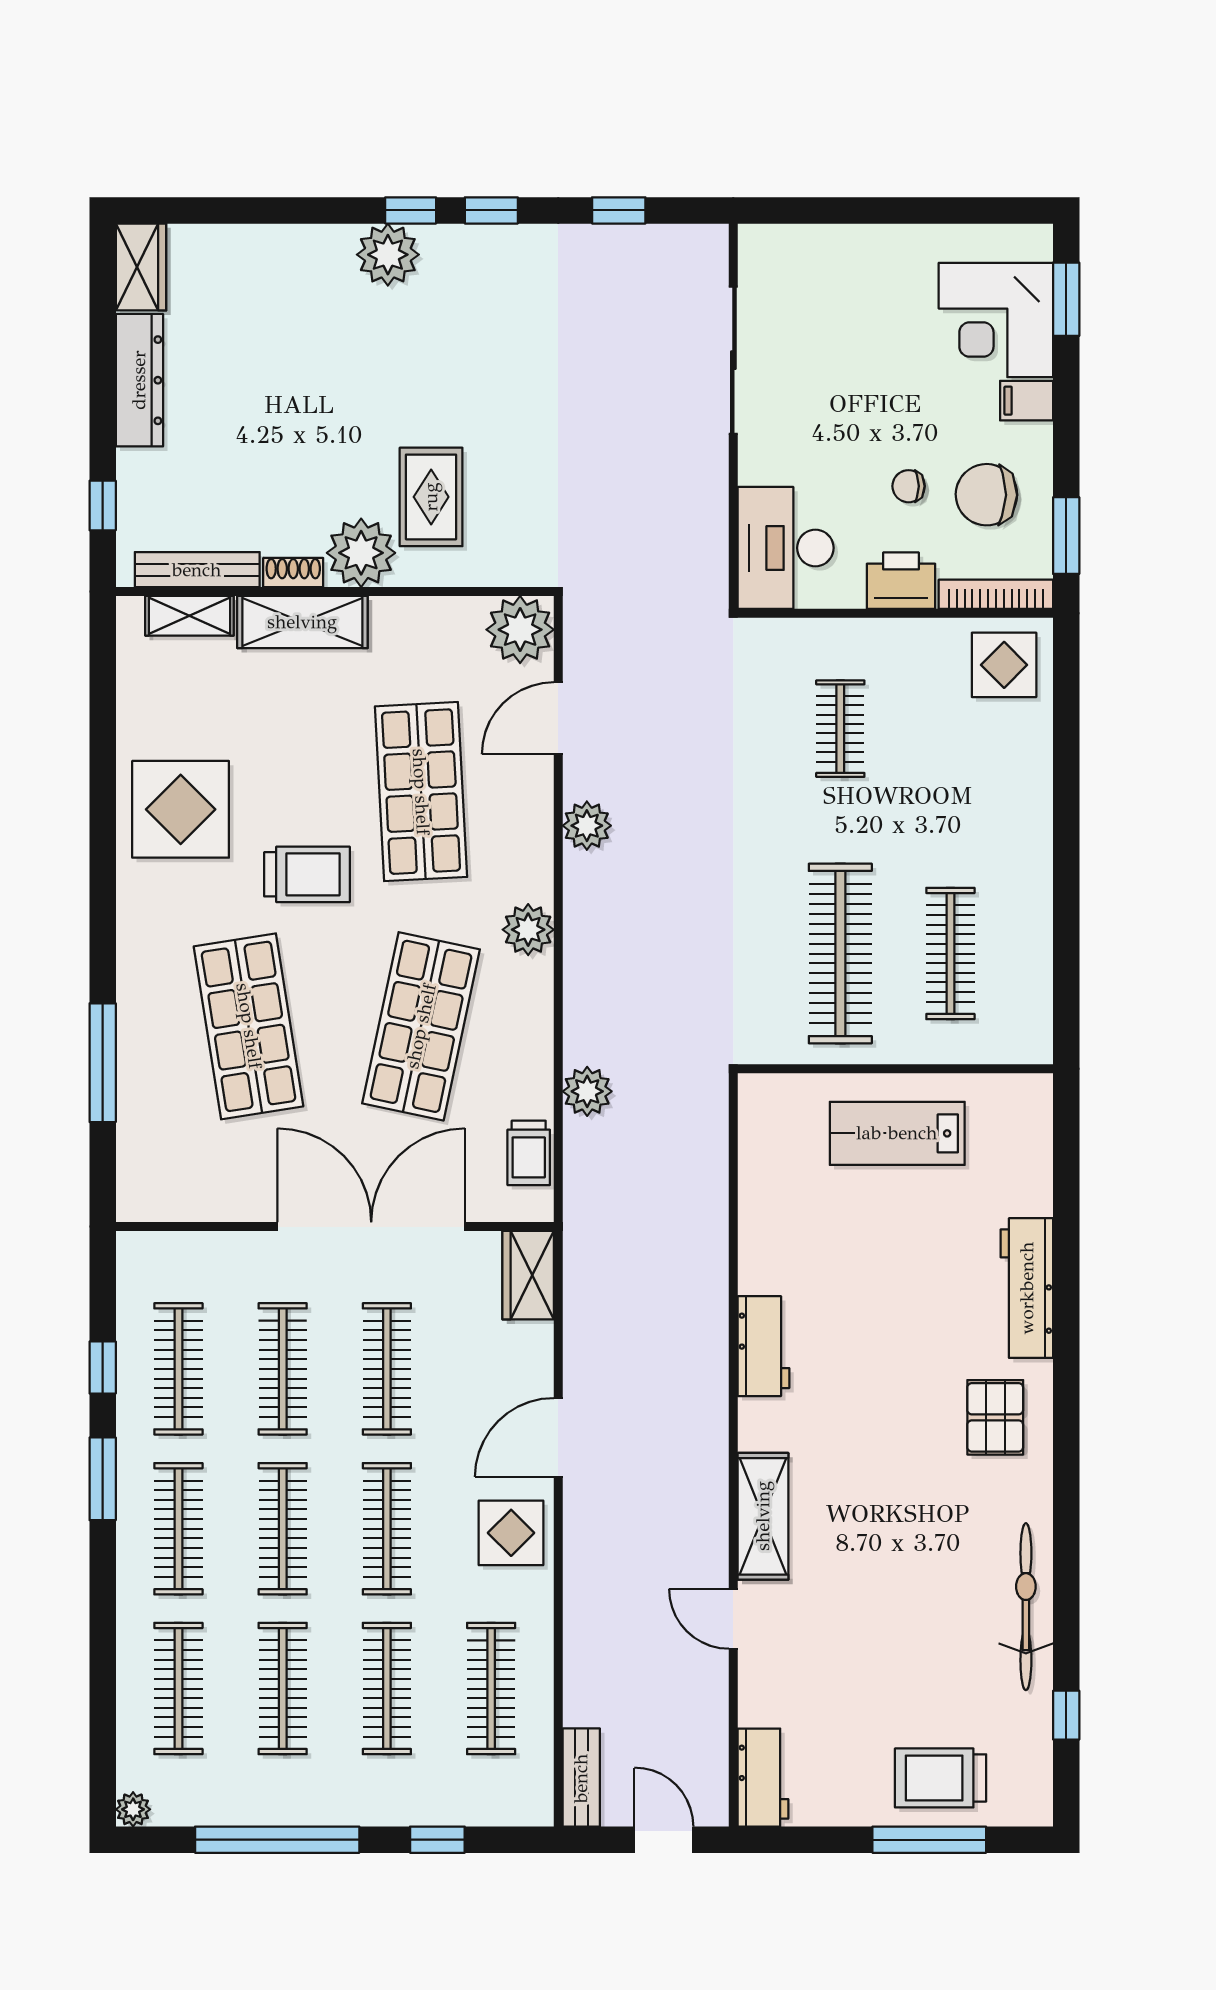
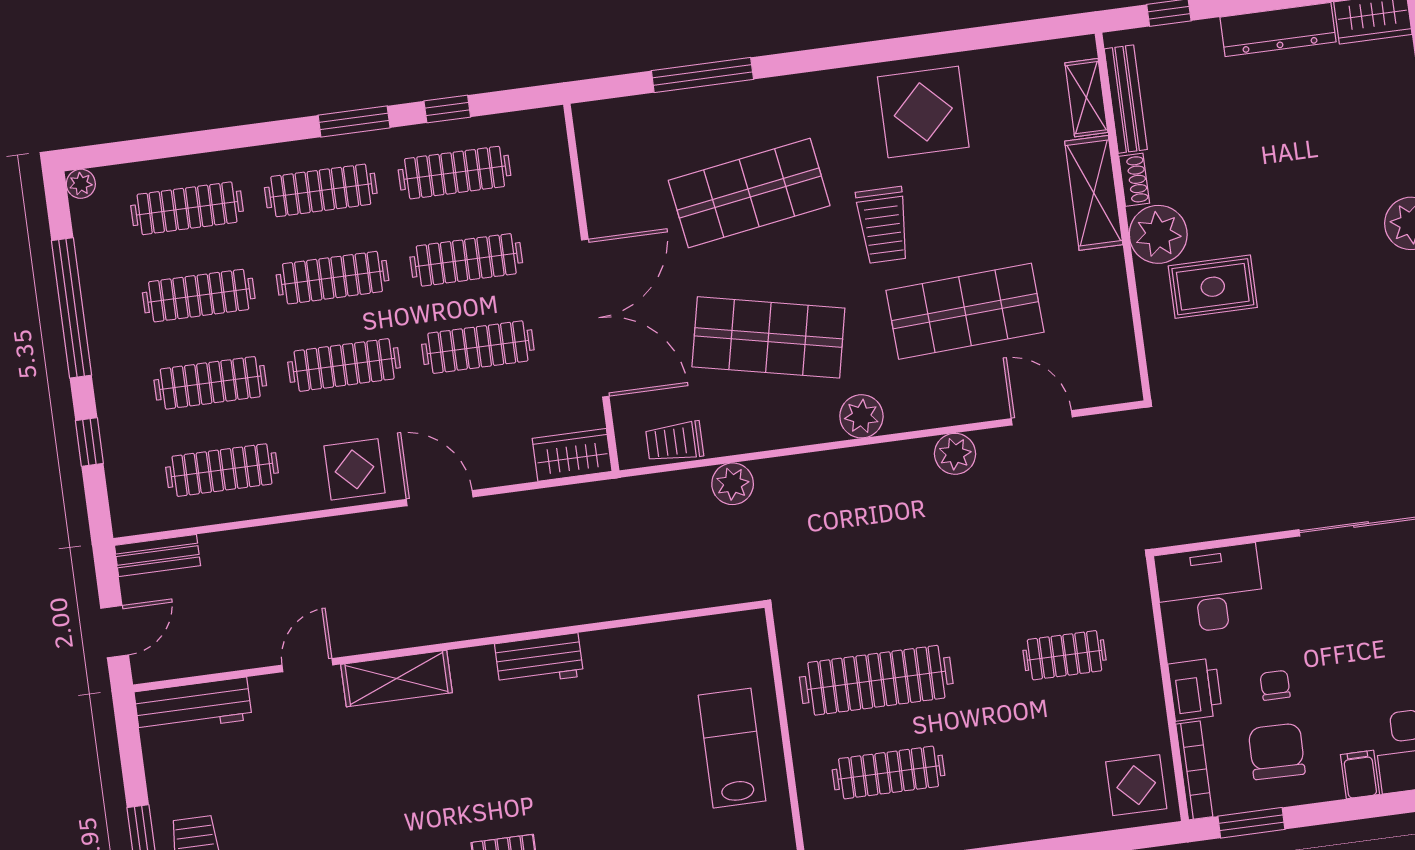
plant: (520, 630) -> (1112, 376), removed
workbench: (763, 1778) -> (193, 706), width x1.38

